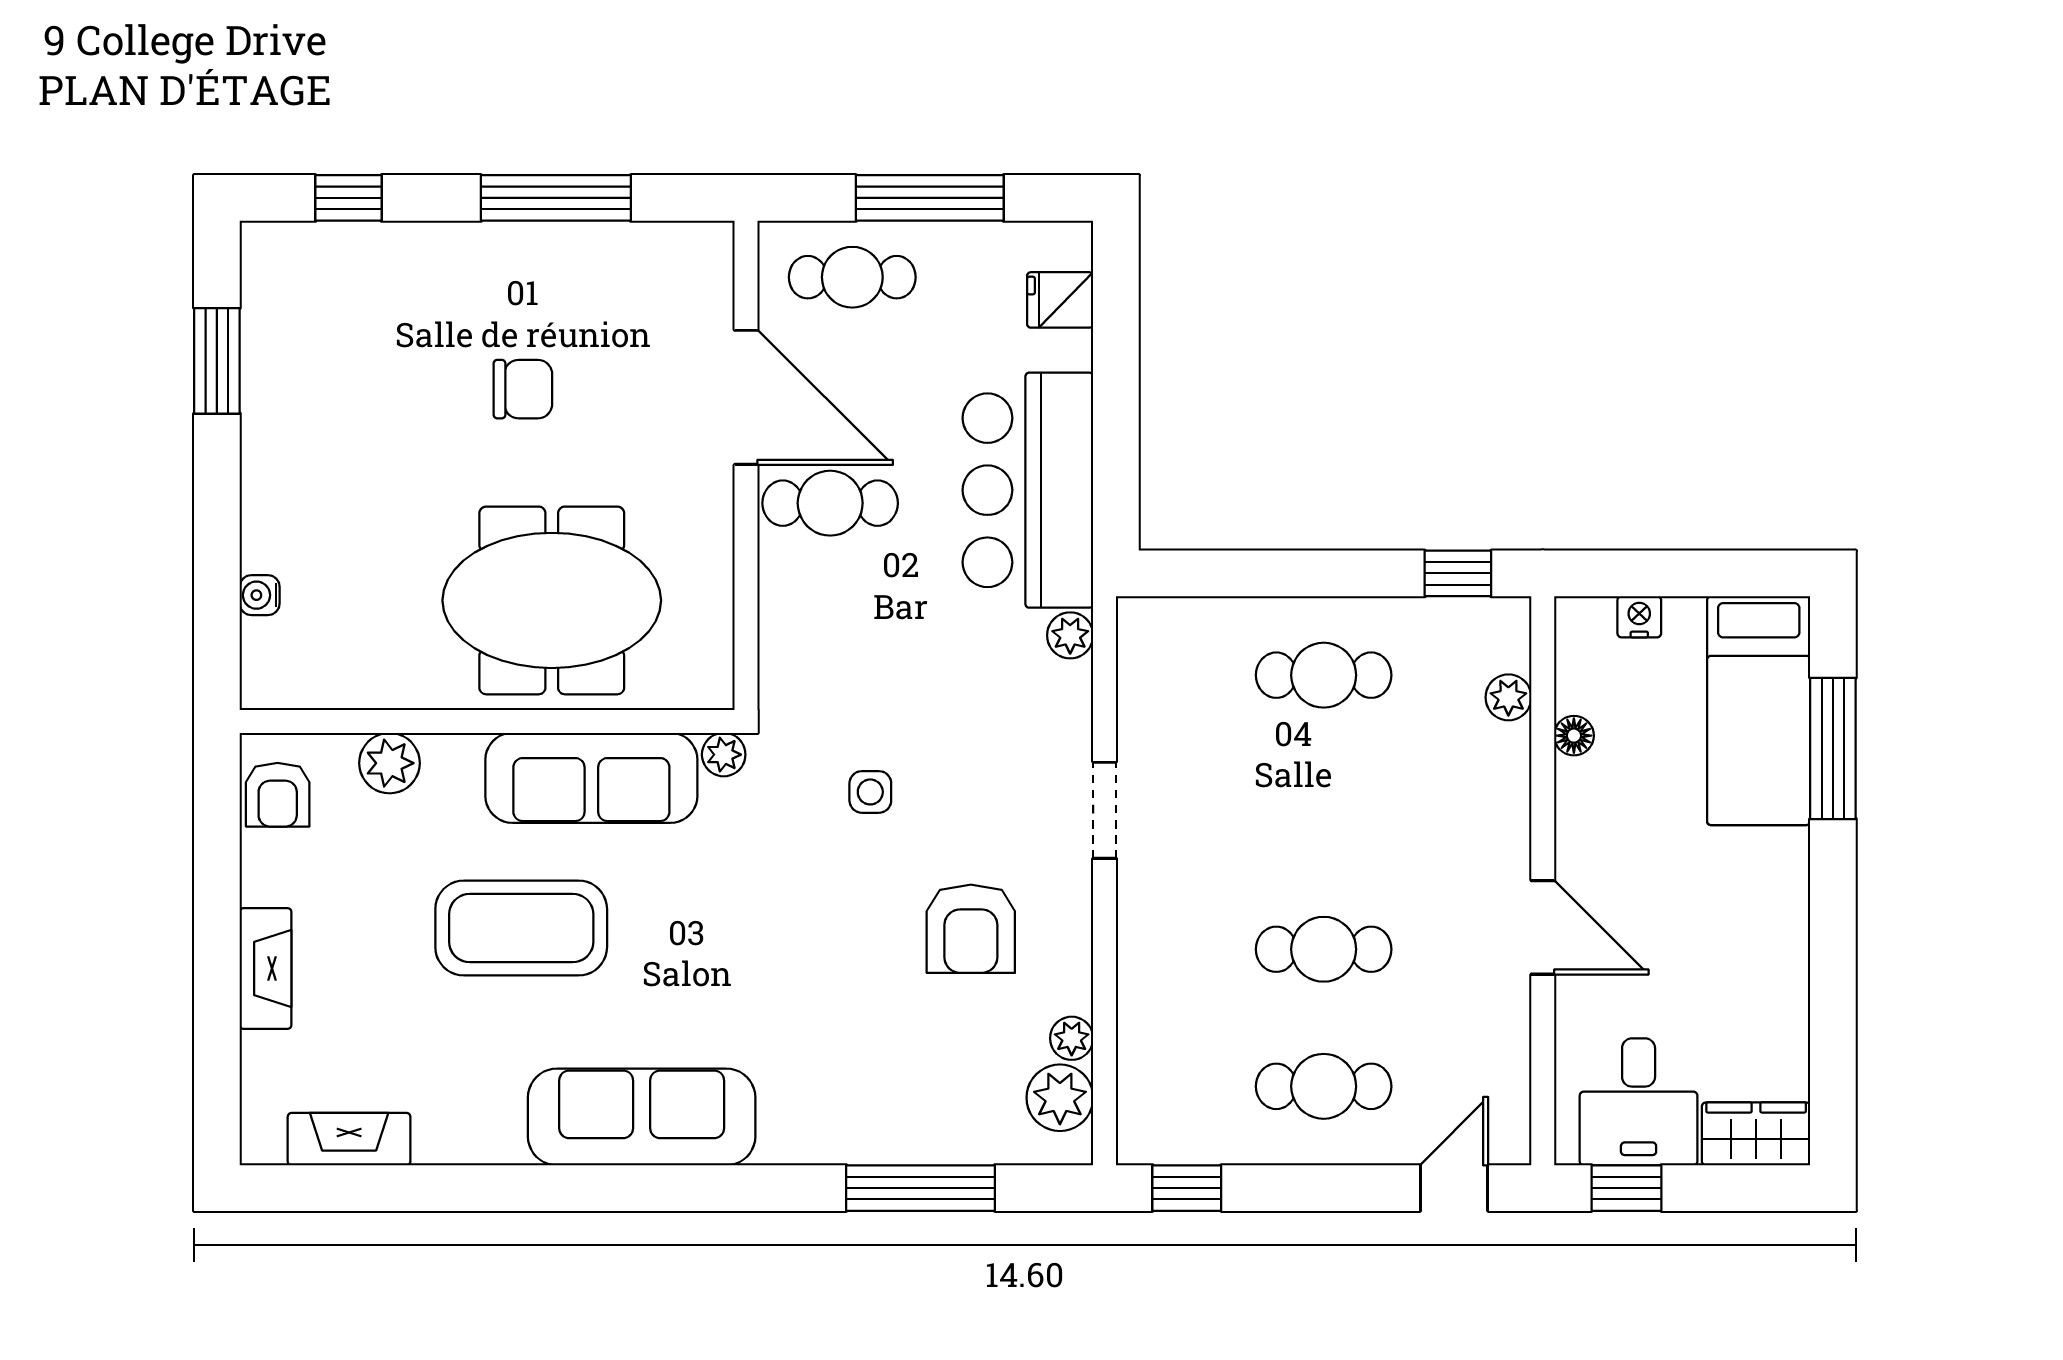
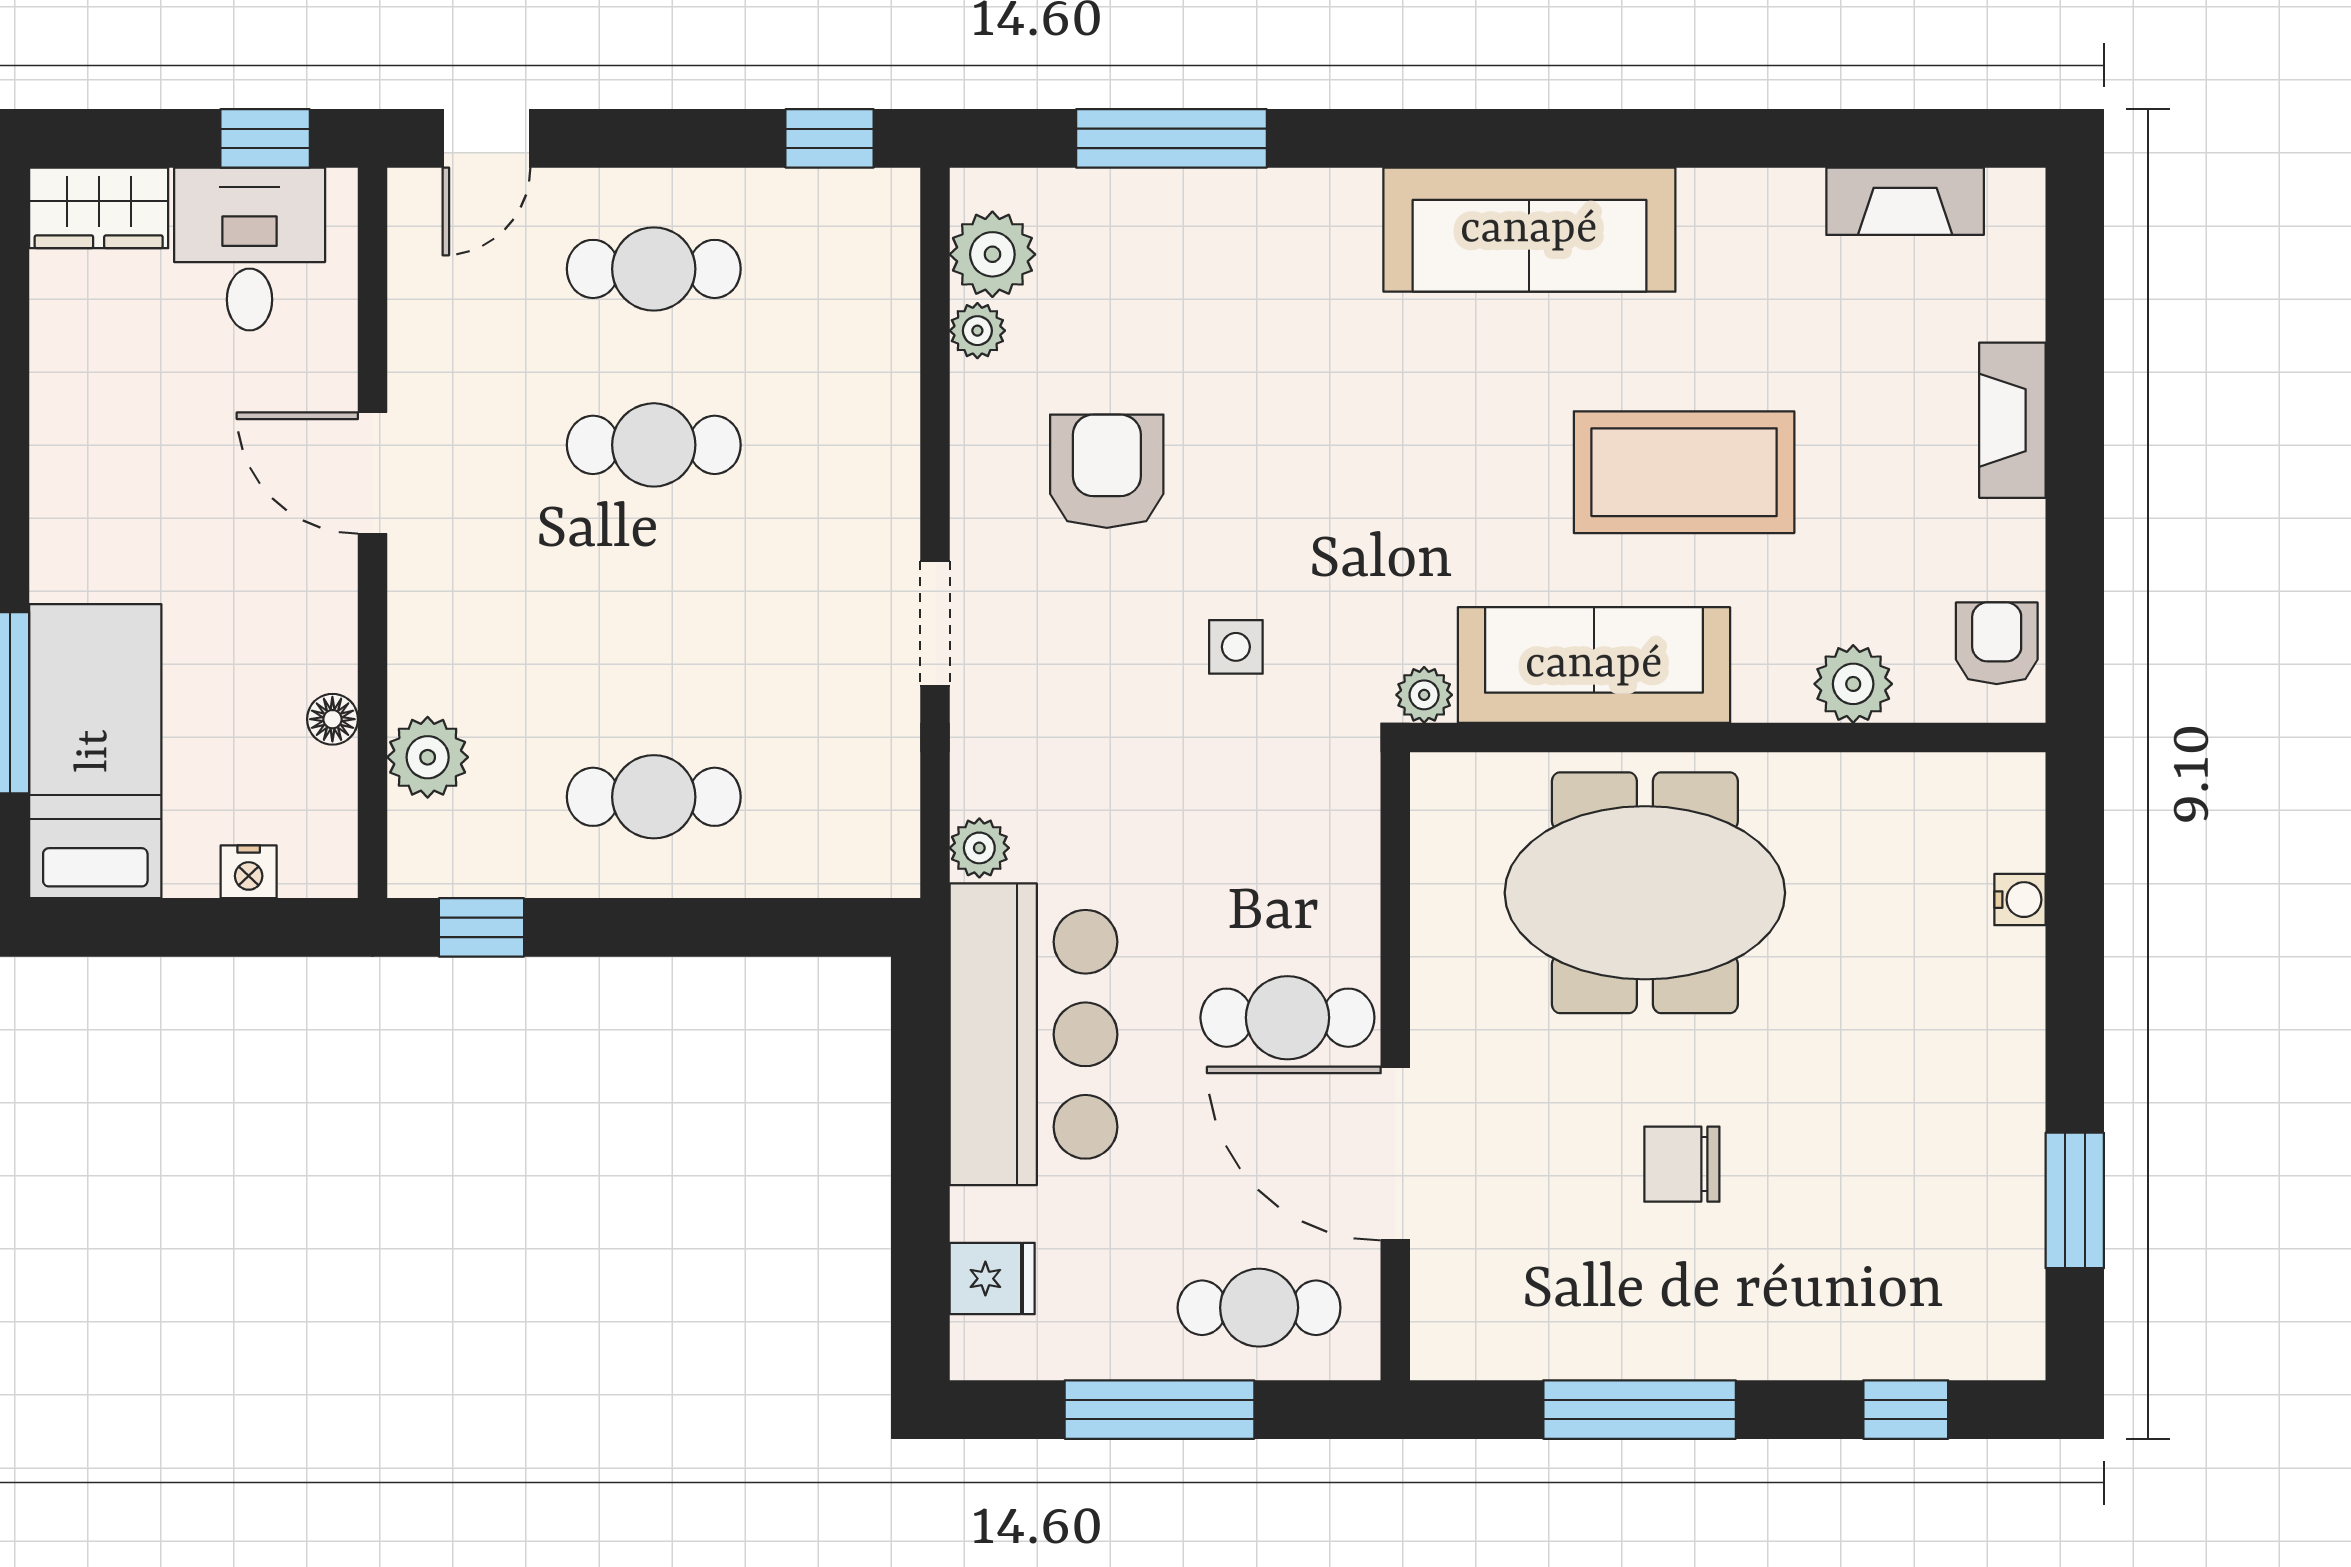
plant: (1508, 697) -> (428, 757), width x1.38, depth x1.38

